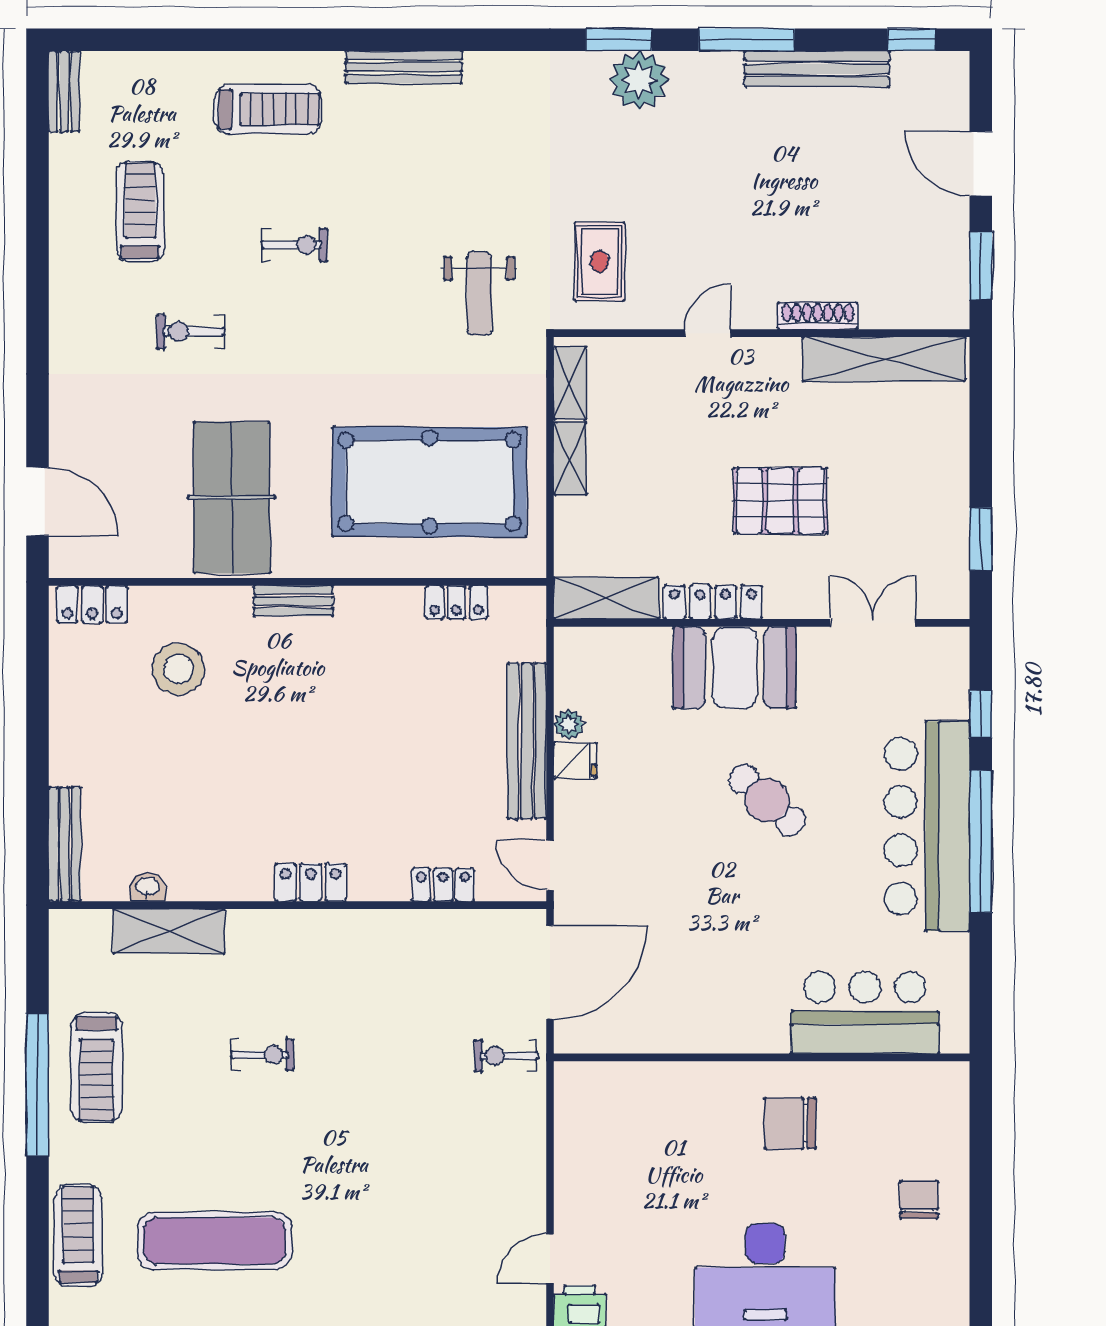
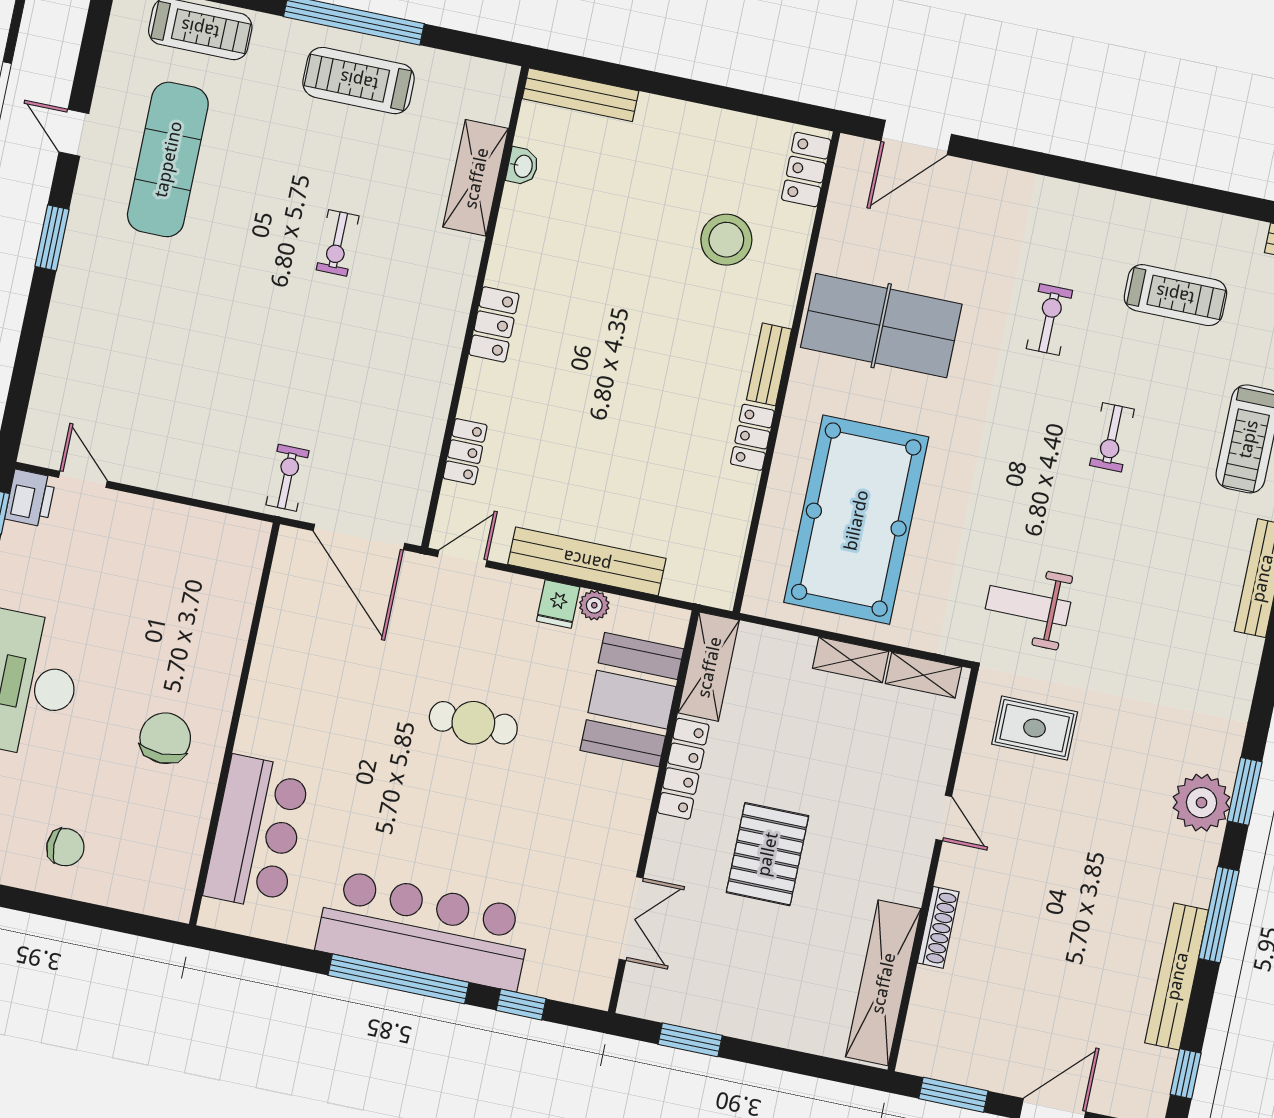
locker: (456, 602) -> (752, 437), moved
booth: (735, 668) -> (632, 700), moved
cafe table: (767, 800) -> (473, 723), moved, turned 48

